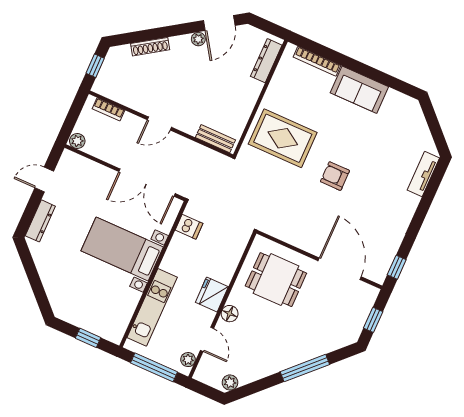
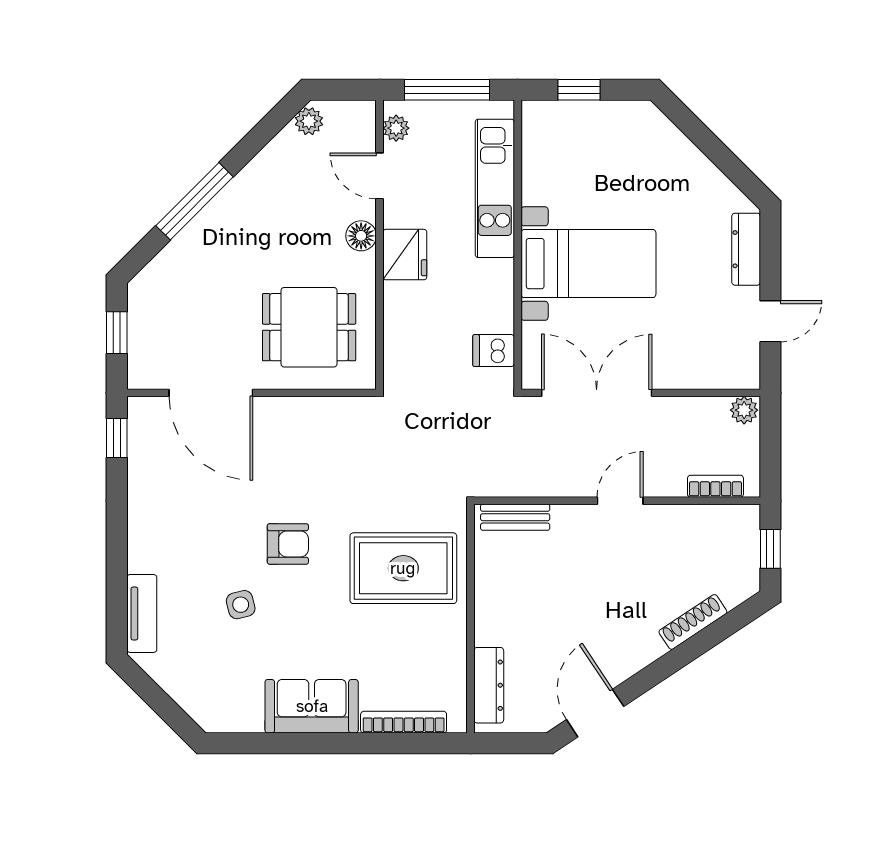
plant: (198, 39) -> (618, 671), removed
side table: (372, 156) -> (241, 605), added

